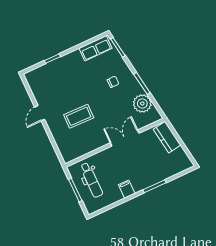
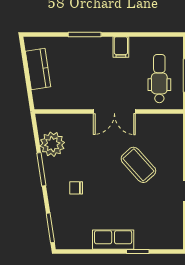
row of seats: (95, 48) -> (113, 240), moved
coffee table: (79, 116) -> (138, 165), turned 47
kitchen counter: (167, 137) -> (38, 69), moved
double door: (125, 138) -> (114, 112), moved

